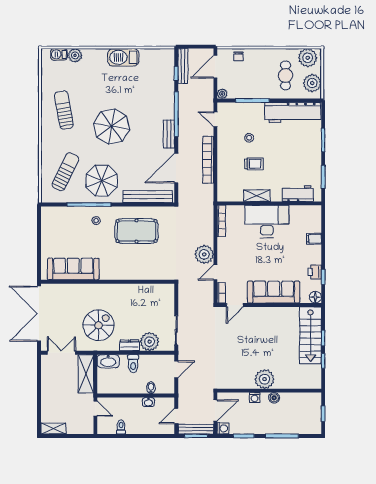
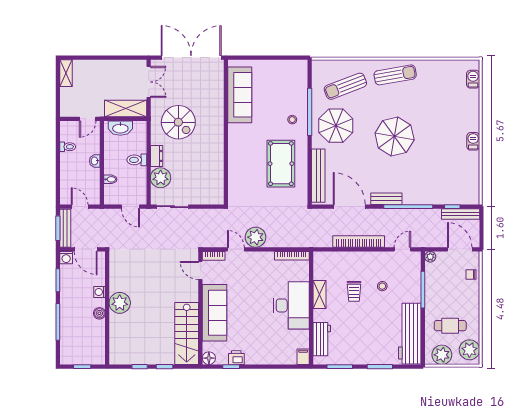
plant: (75, 55) -> (472, 97), removed
barbecue: (123, 57) -> (473, 141), width x0.53, depth x0.65
sun lounger: (64, 110) -> (395, 75), moved
sun lounger: (65, 172) -> (345, 86), turned 133
filing cabinet: (314, 239) -> (303, 357), moved
stairs: (310, 335) -> (187, 333), moved, turned -90
washbasin: (108, 361) -> (120, 128), moved, turned -90
washbasin: (148, 402) -> (95, 161), moved

